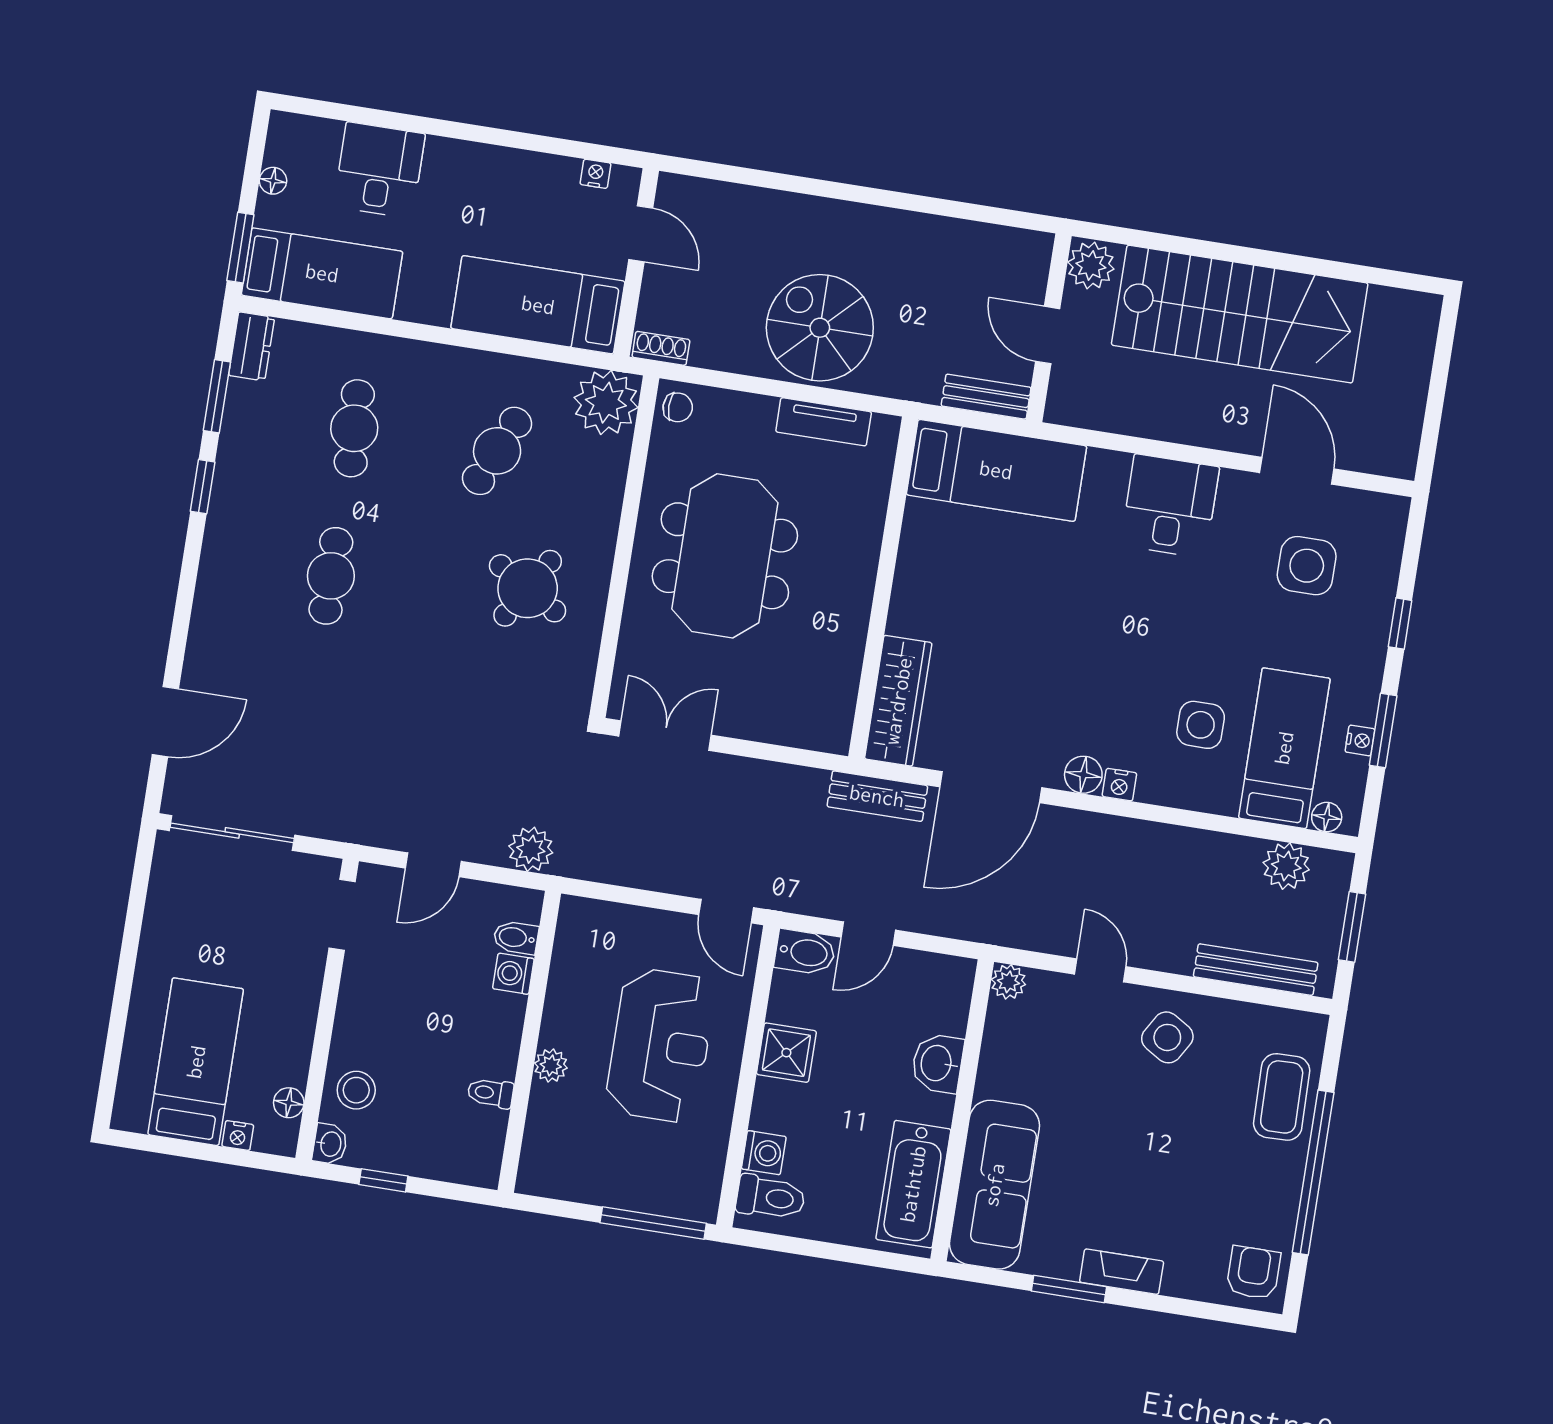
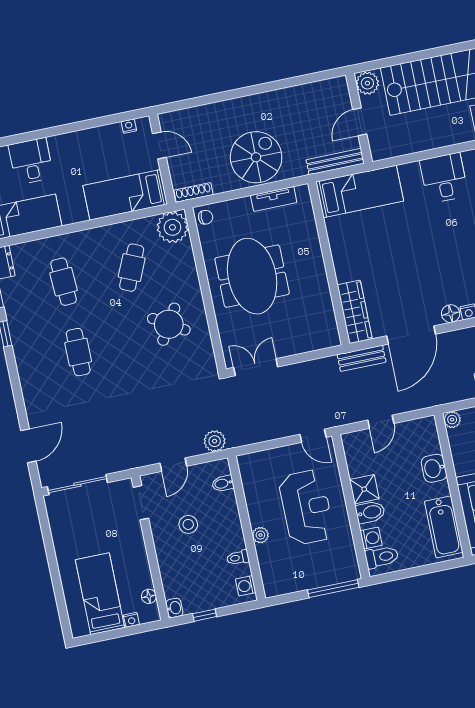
spiral stairs: (820, 328) -> (256, 157), turned 90
door: (1048, 335) -> (360, 122), hinge flipped
shoe rack: (661, 348) -> (194, 192), width x1.43
bench: (986, 397) -> (335, 162), width x1.36
bidet: (805, 952) -> (370, 512), moved
washing machine: (513, 974) -> (246, 586), moved
stool: (356, 1090) -> (188, 524), moved

